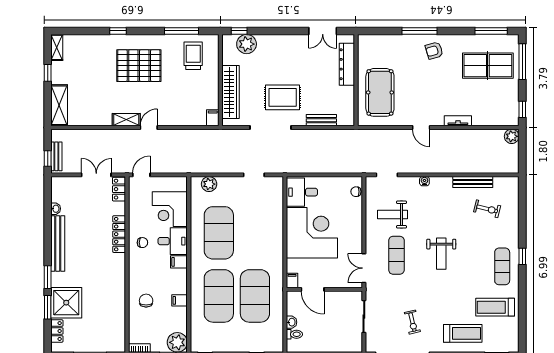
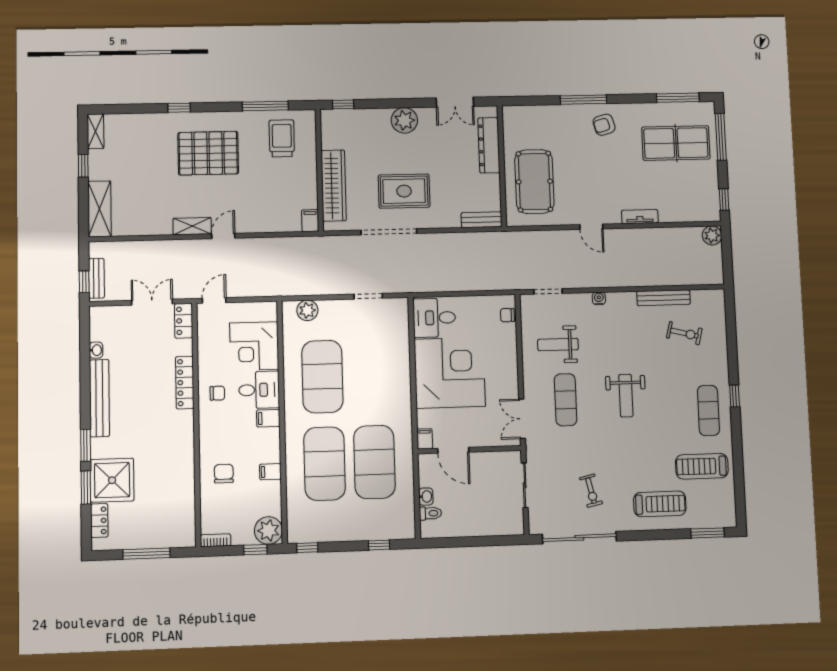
plant: (247, 44) -> (404, 120), moved
bench: (321, 120) -> (482, 220), moved

